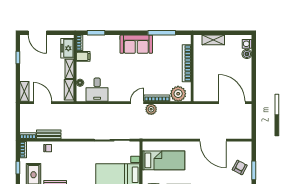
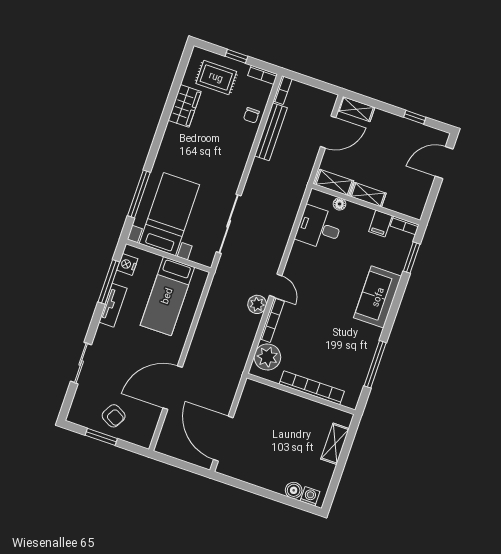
sofa: (136, 44) -> (378, 297), moved
freezer: (67, 48) -> (402, 203), removed
door: (232, 103) -> (223, 439), swing flipped
bench: (49, 134) -> (271, 132), width x1.36

